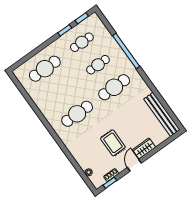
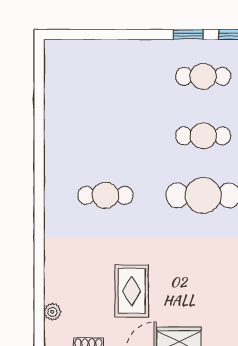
cafe table: (45, 69) -> (105, 76), removed
cafe table: (77, 114) -> (105, 195), width x0.73, depth x0.74

